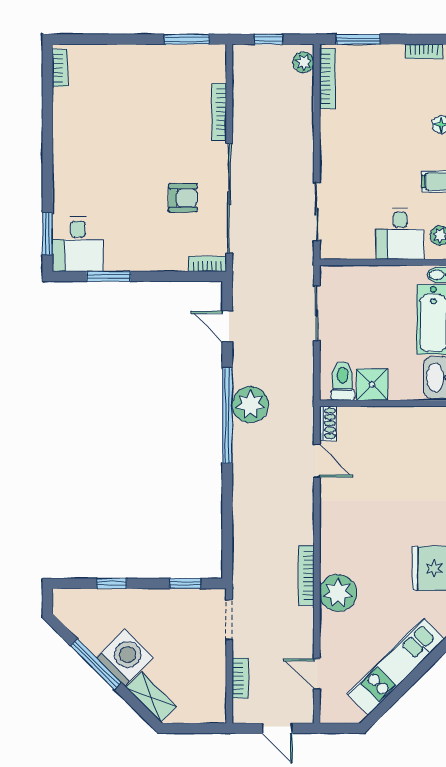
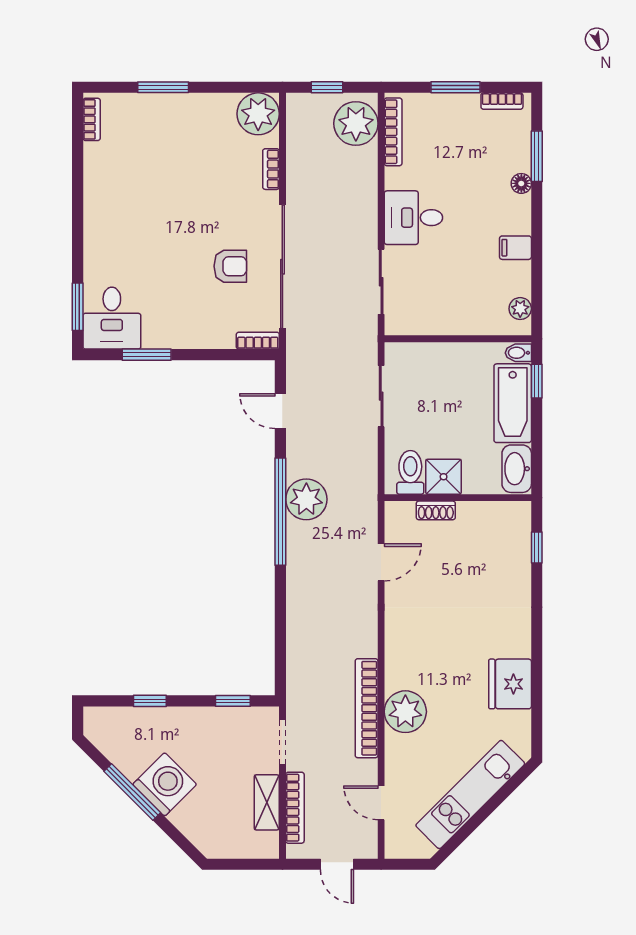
window: (187, 39) -> (163, 87), moved
window: (358, 39) -> (455, 87), moved
plant: (303, 62) -> (356, 123), width x1.88, depth x1.88
plant: (208, 63) -> (258, 114), added
bookcase: (219, 112) -> (271, 169), width x0.64
desk: (400, 234) -> (413, 218), moved, turned 90
shoe rack: (328, 423) -> (436, 510), moved, turned 90
door: (317, 461) -> (381, 562), hinge flipped
bookcase: (306, 576) -> (367, 708), width x1.48, depth x1.31
bookcase: (240, 678) -> (295, 808), width x1.56
shelving: (151, 697) -> (267, 802), moved, turned 45

